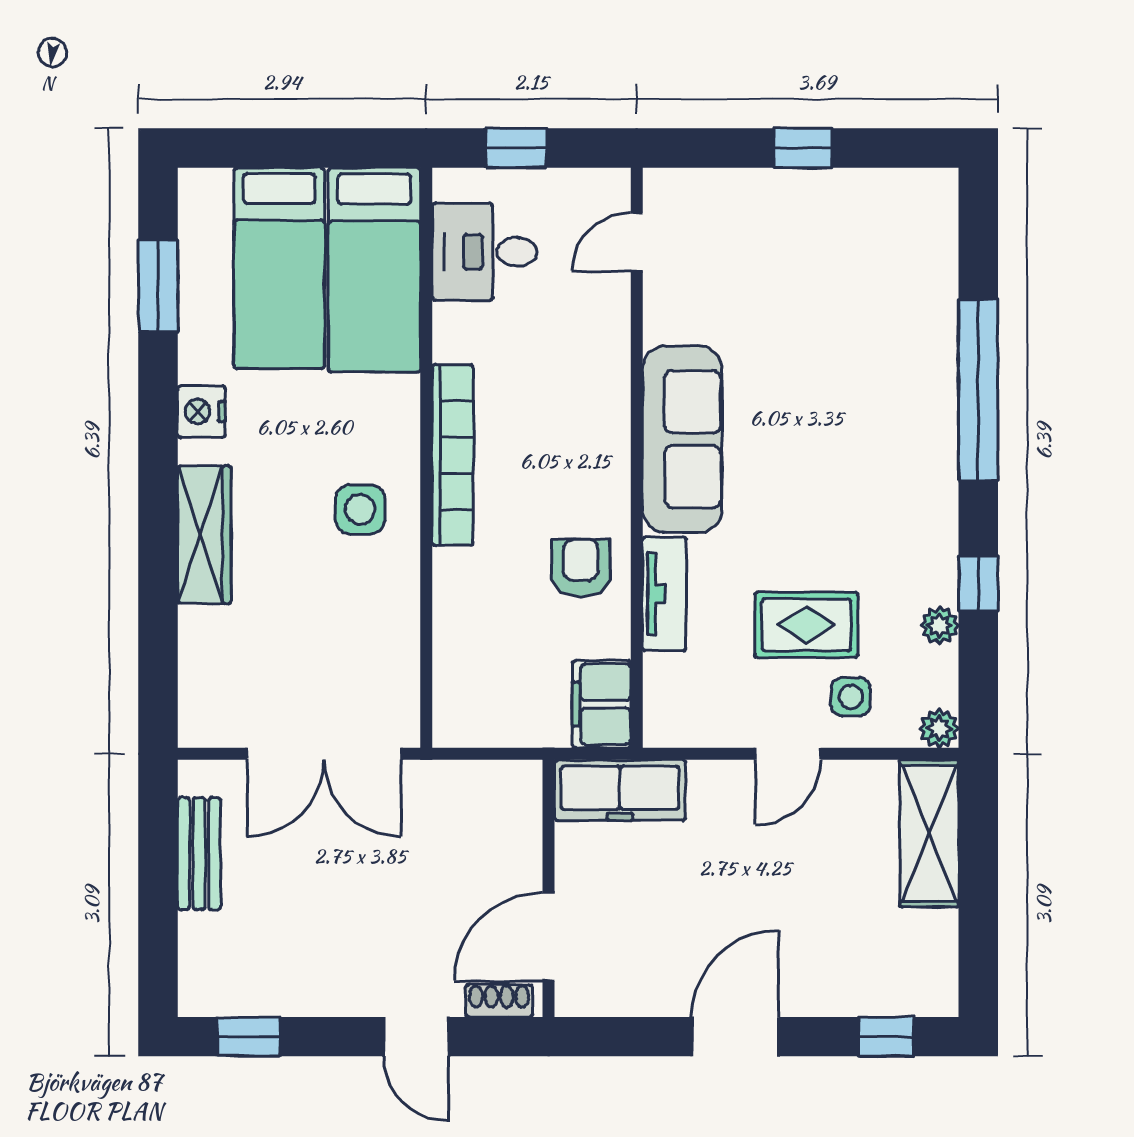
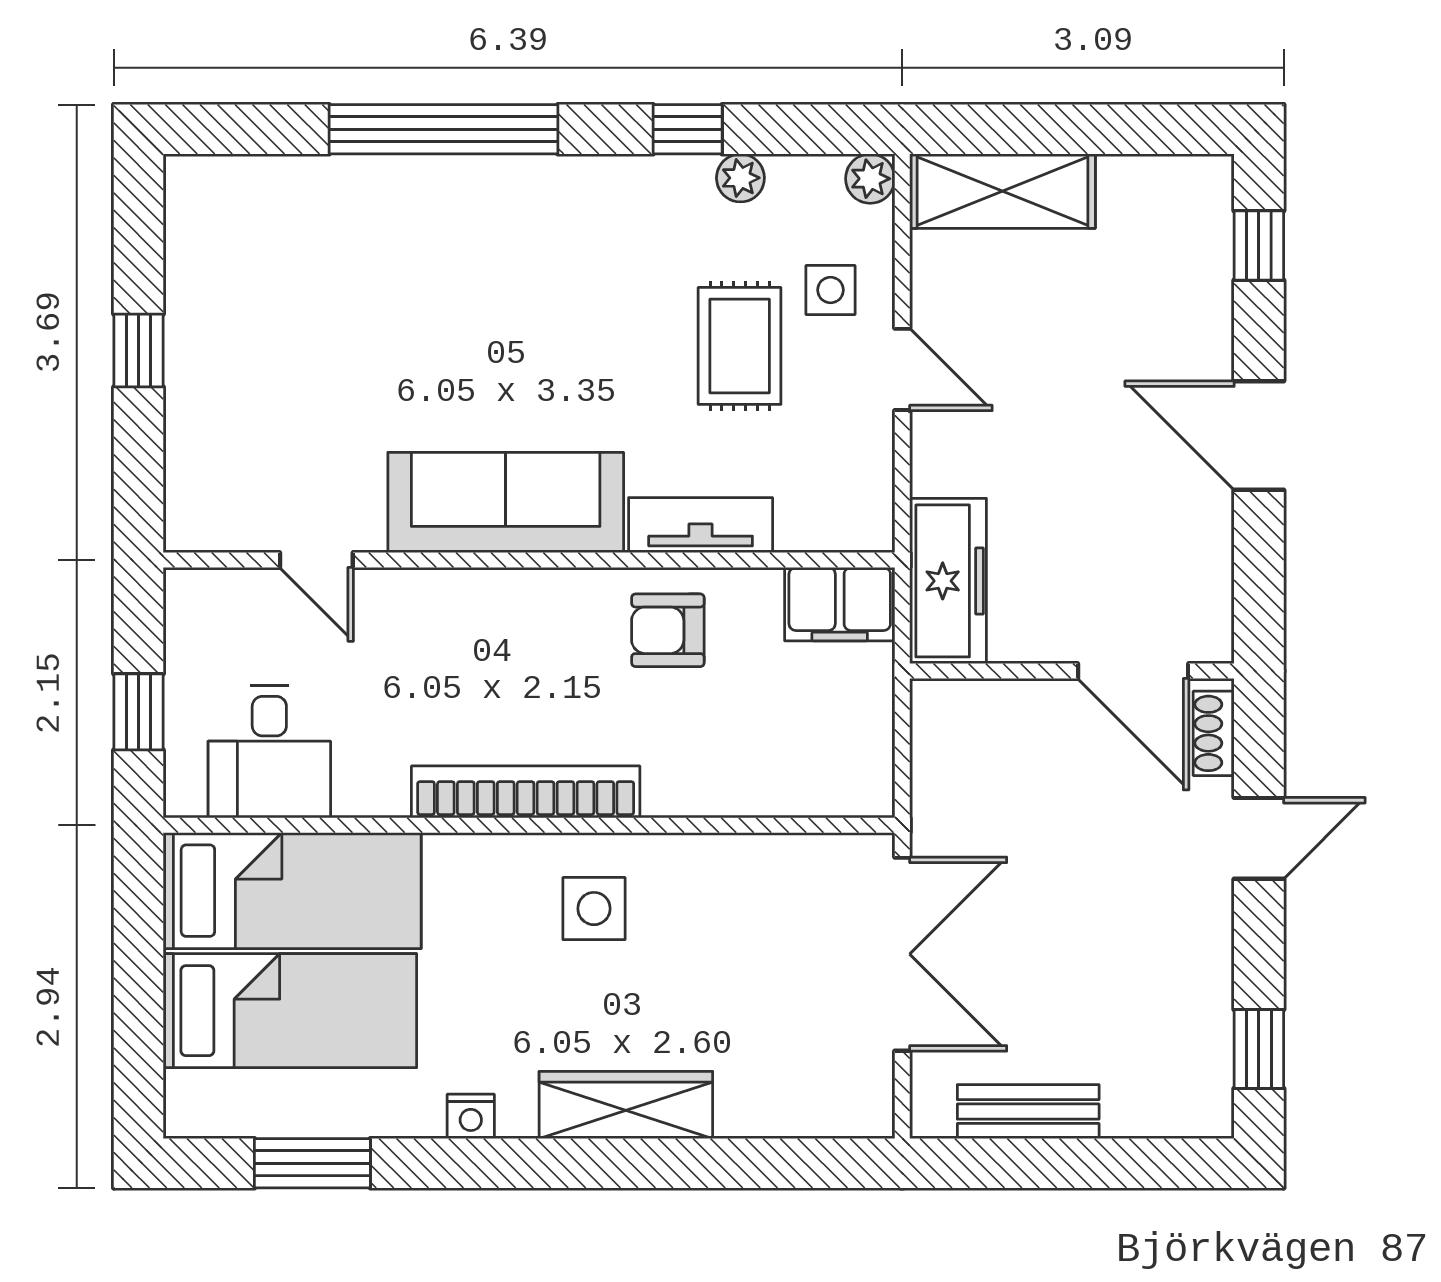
door: (637, 242) -> (316, 560), moved
nightstand: (201, 412) -> (471, 1116), width x0.72, depth x0.74

